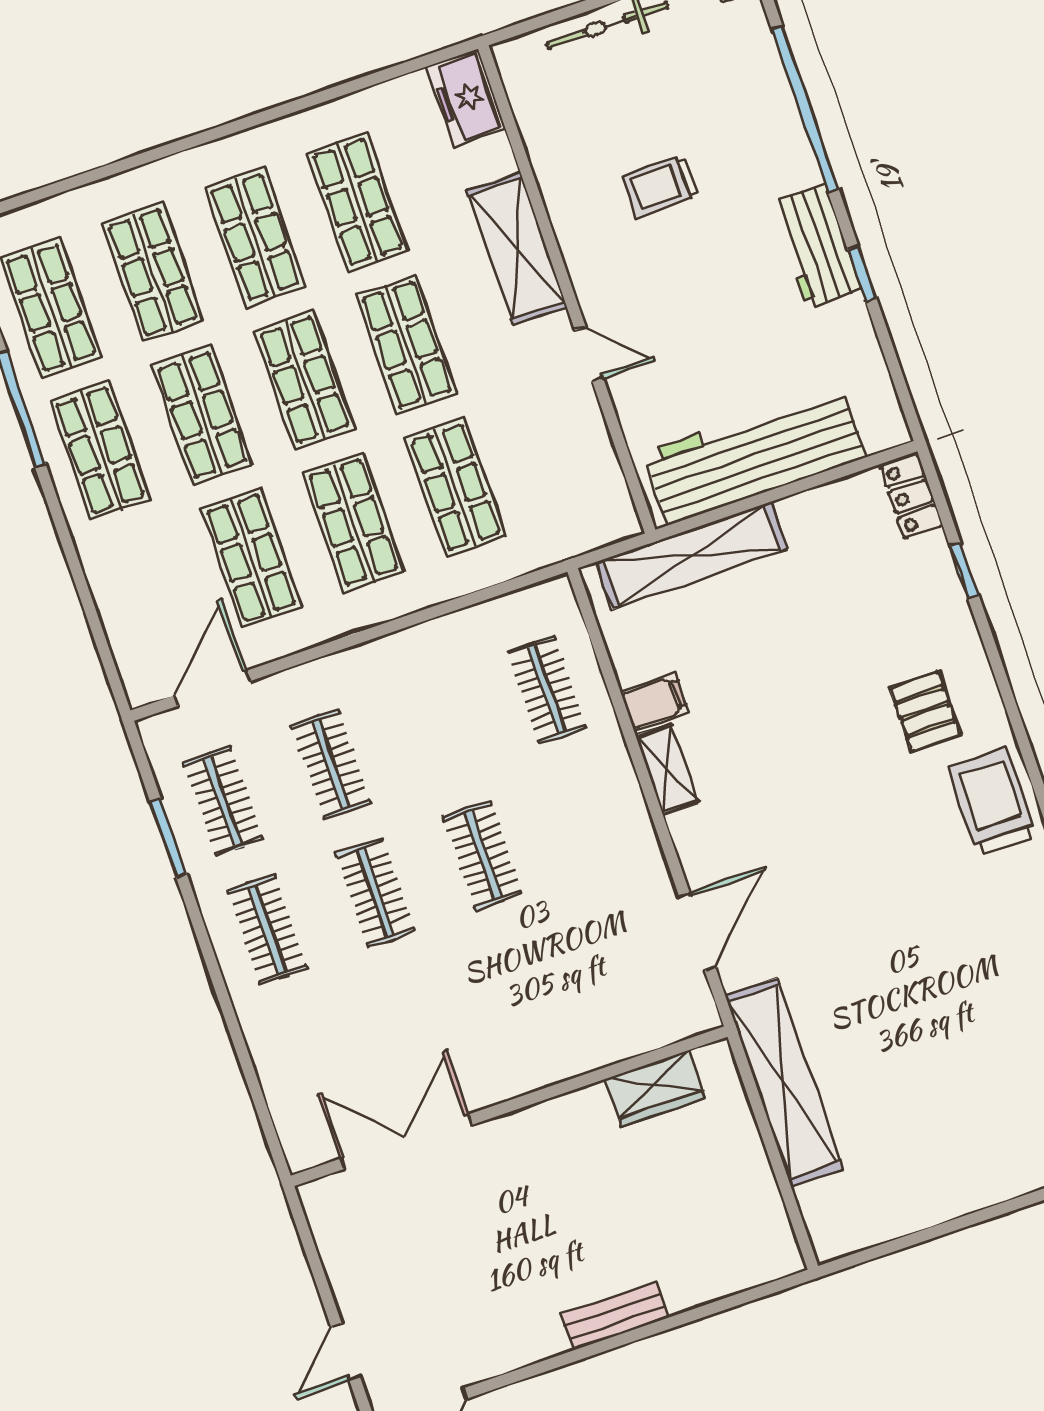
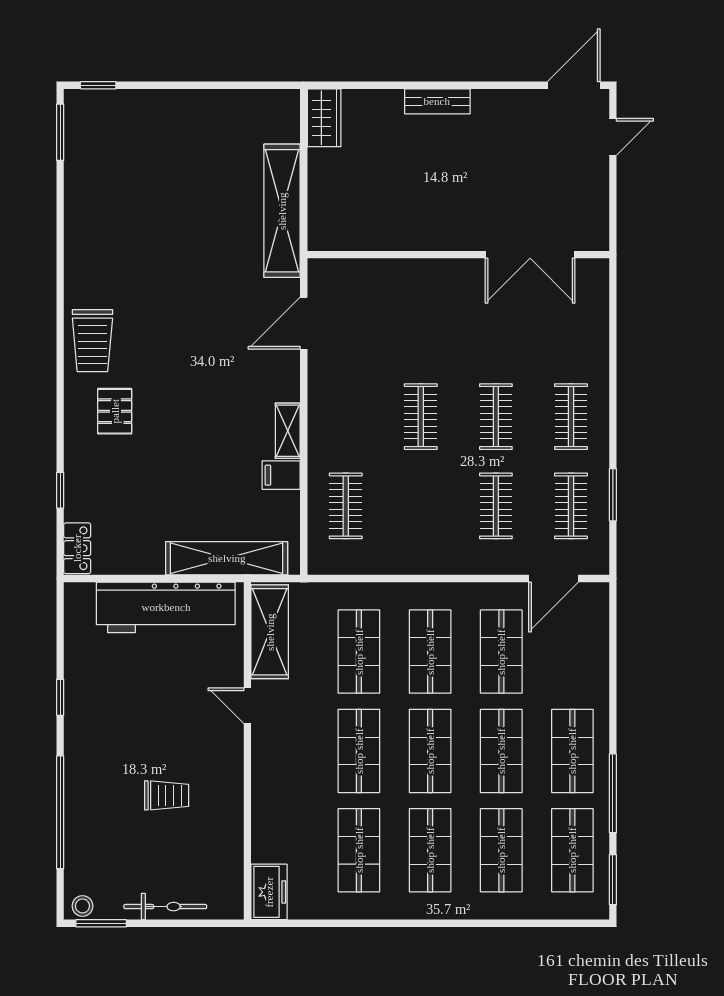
workbench: (816, 246) -> (83, 724), removed
shelving: (517, 249) -> (270, 632), moved
wardrobe: (655, 1089) -> (324, 118), moved, turned 90

